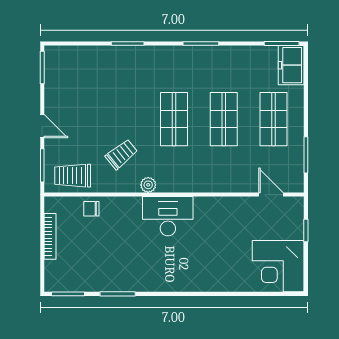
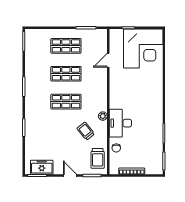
freezer: (291, 65) -> (42, 167), moved, turned 180
door: (42, 126) -> (70, 175), hinge flipped
door: (271, 195) -> (108, 60), moved
desk: (168, 216) -> (120, 123), moved
corner desk: (278, 266) -> (143, 49), width x1.36, depth x1.36

